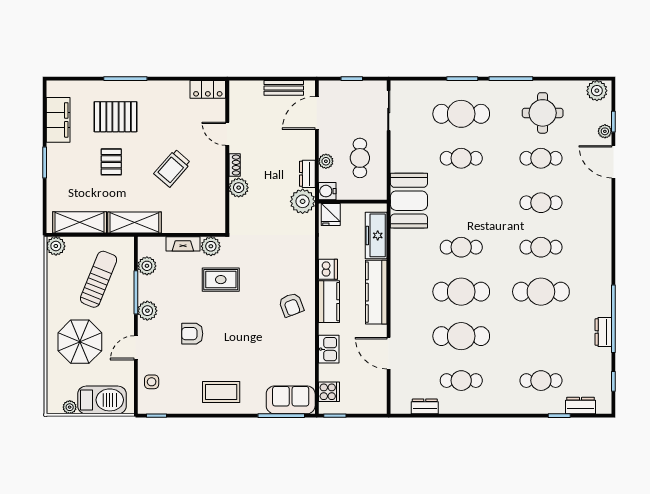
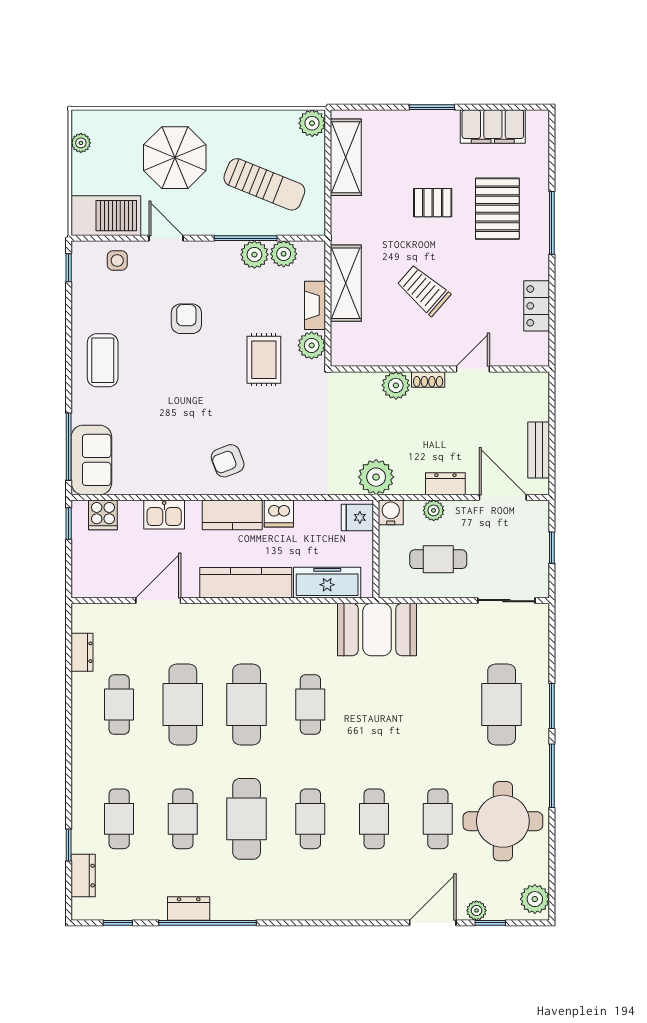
locker: (208, 89) -> (537, 306), moved
round table: (543, 113) -> (503, 821), width x1.36, depth x1.36
cafe table: (461, 158) -> (183, 819), moved
dresser: (307, 174) -> (445, 484), moved
shelving: (134, 222) -> (346, 283), moved
plant: (147, 311) -> (254, 255), moved
barbecue: (102, 400) -> (106, 216), moved, turned -90

